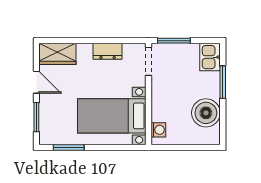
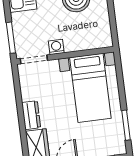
dresser: (108, 51) -> (31, 115), moved
washing machine: (158, 130) -> (56, 47), moved

